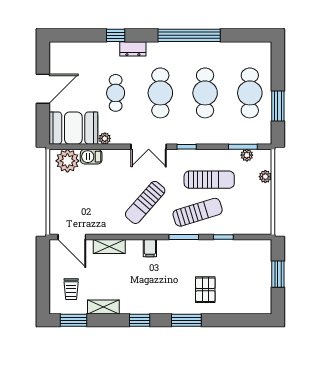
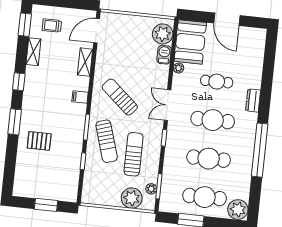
window: (116, 35) -> (266, 87), removed
plant: (260, 53) -> (238, 210), added
plant: (265, 177) -> (132, 198), width x1.87, depth x1.87
sun lounger: (209, 180) -> (134, 154), turned 180

